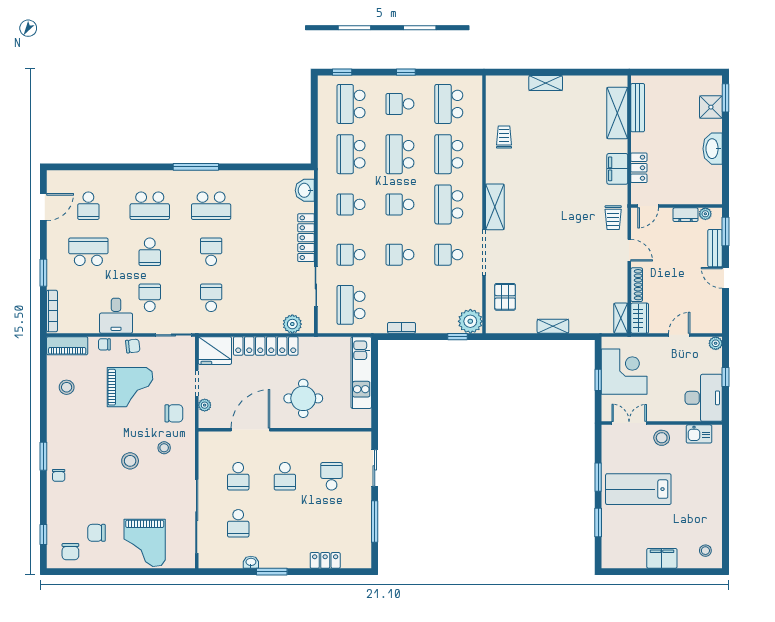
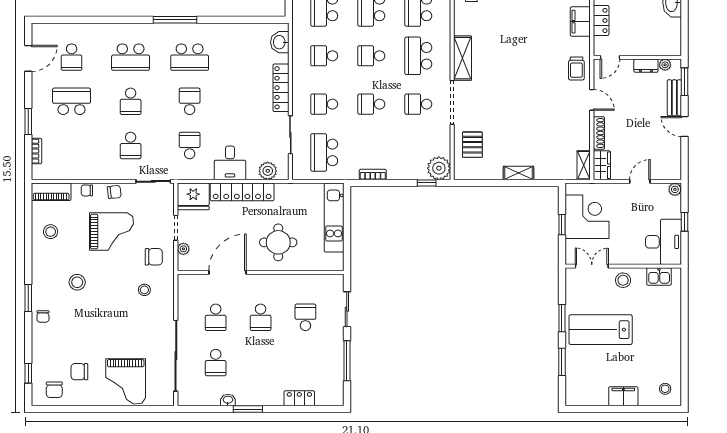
school desk: (150, 298) -> (131, 146), turned 180
bookcase: (52, 311) -> (37, 151), width x0.64
desk: (116, 316) -> (230, 163), moved
stool: (130, 461) -> (77, 282), moved

